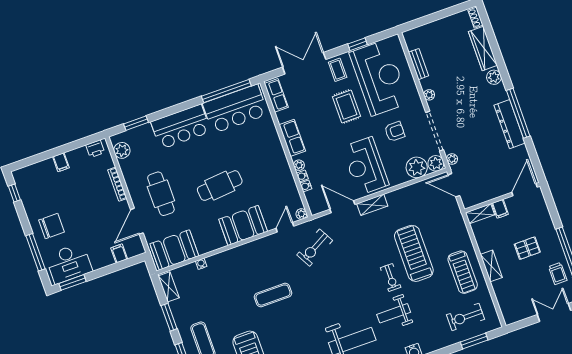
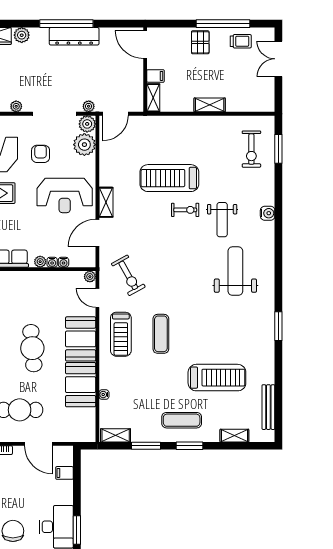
pallet: (527, 248) -> (200, 42), moved
booth: (174, 250) -> (81, 385), moved
treadmill: (463, 272) -> (121, 334), moved, turned 90

